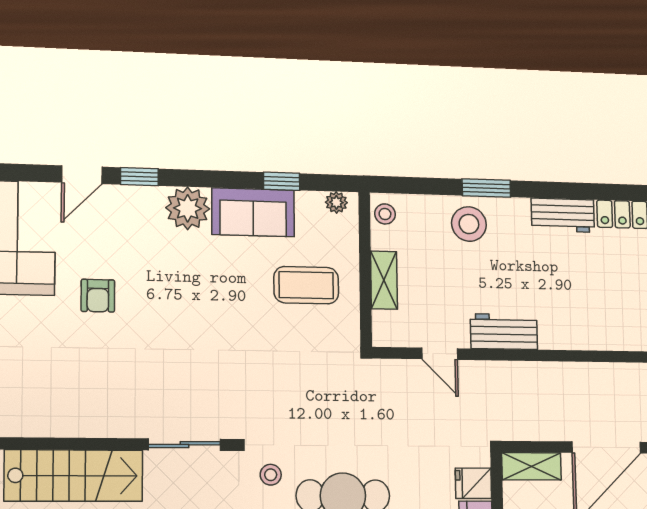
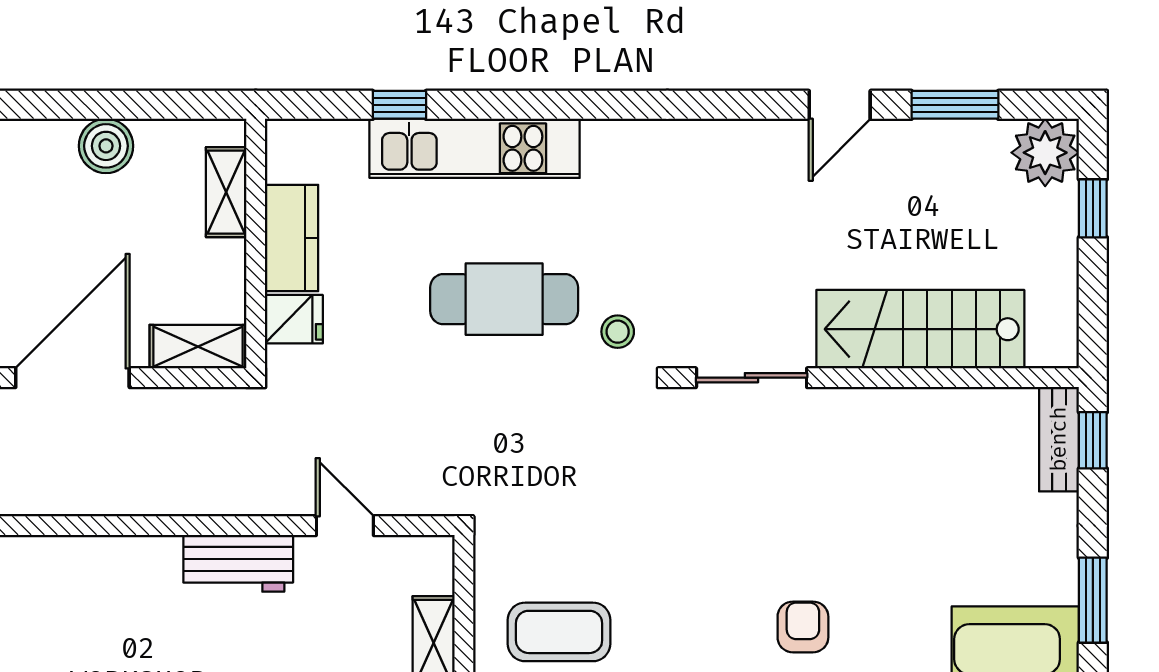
armchair: (98, 296) -> (803, 627), moved

